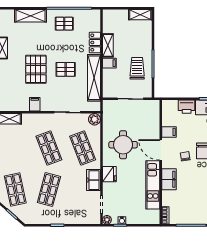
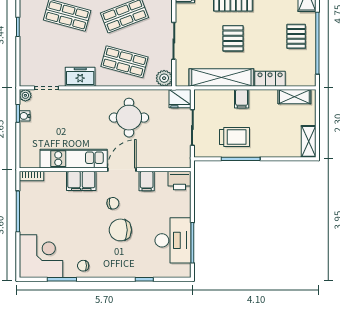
shelving: (108, 45) -> (294, 97), moved
printer: (187, 107) -> (179, 180), moved, turned -90
shop shelf: (83, 148) -> (124, 62), turned 36
fridge: (109, 174) -> (180, 99), moved

